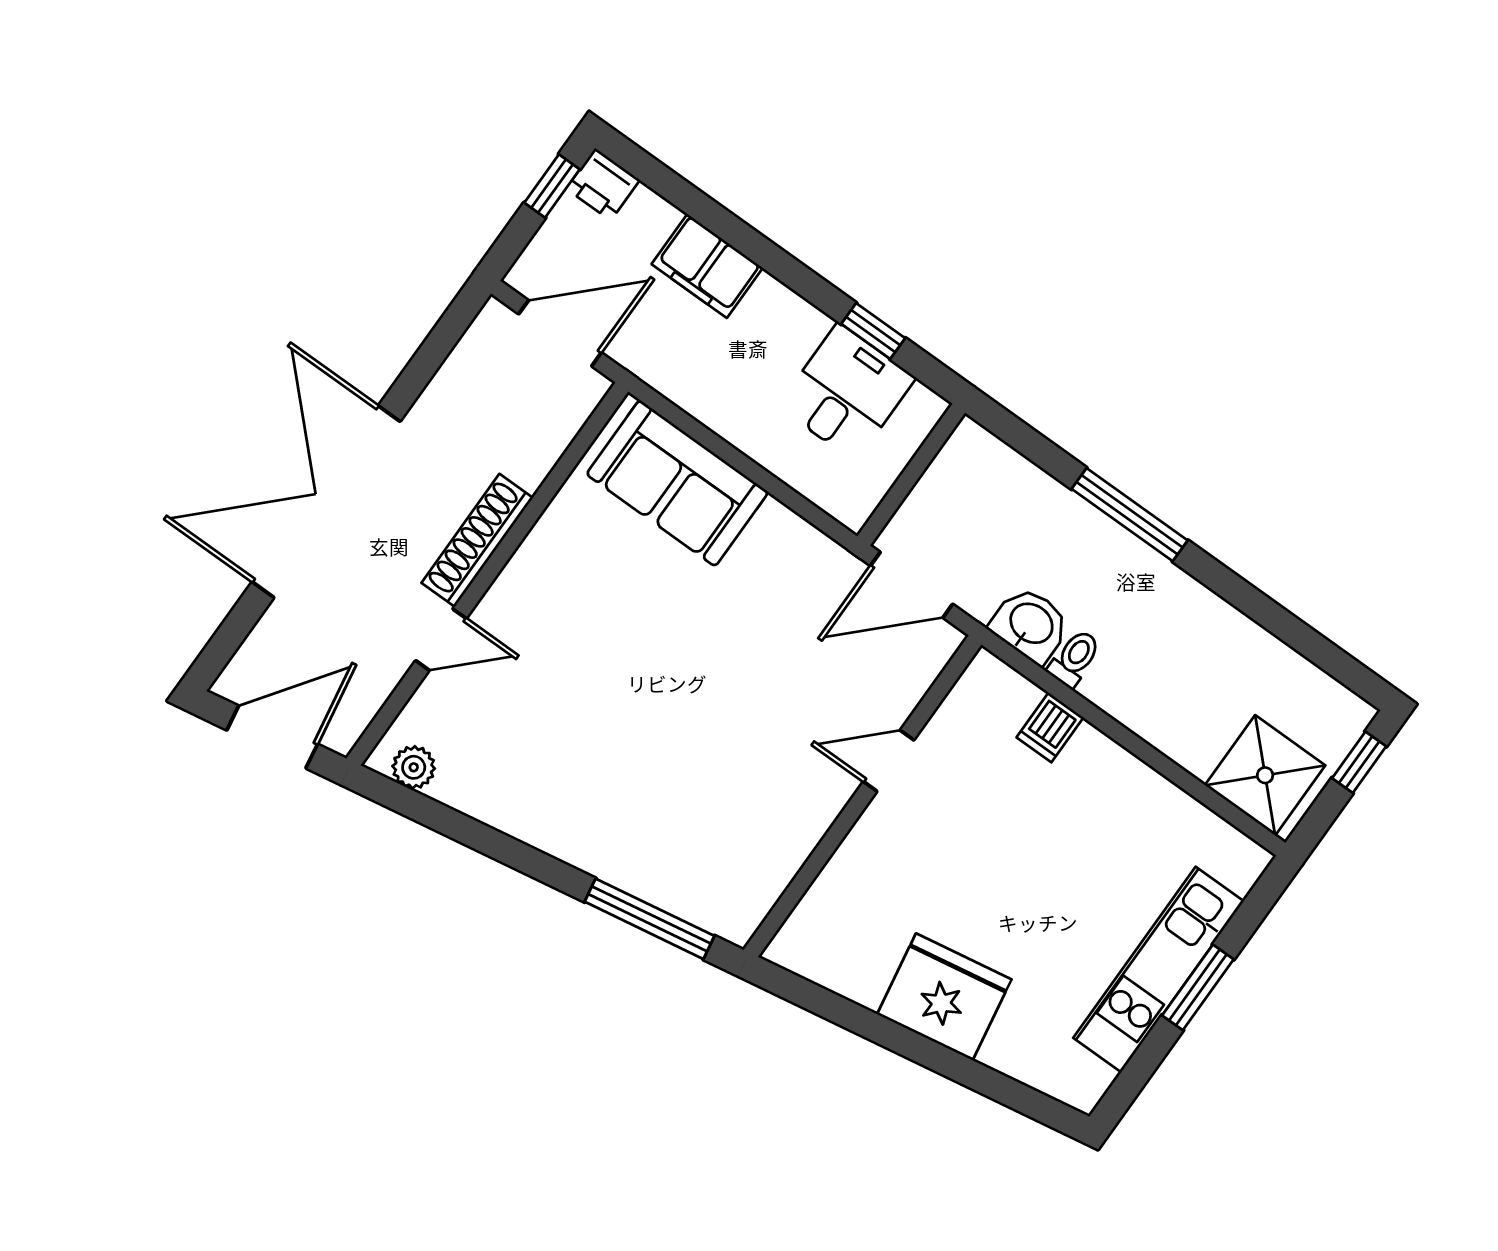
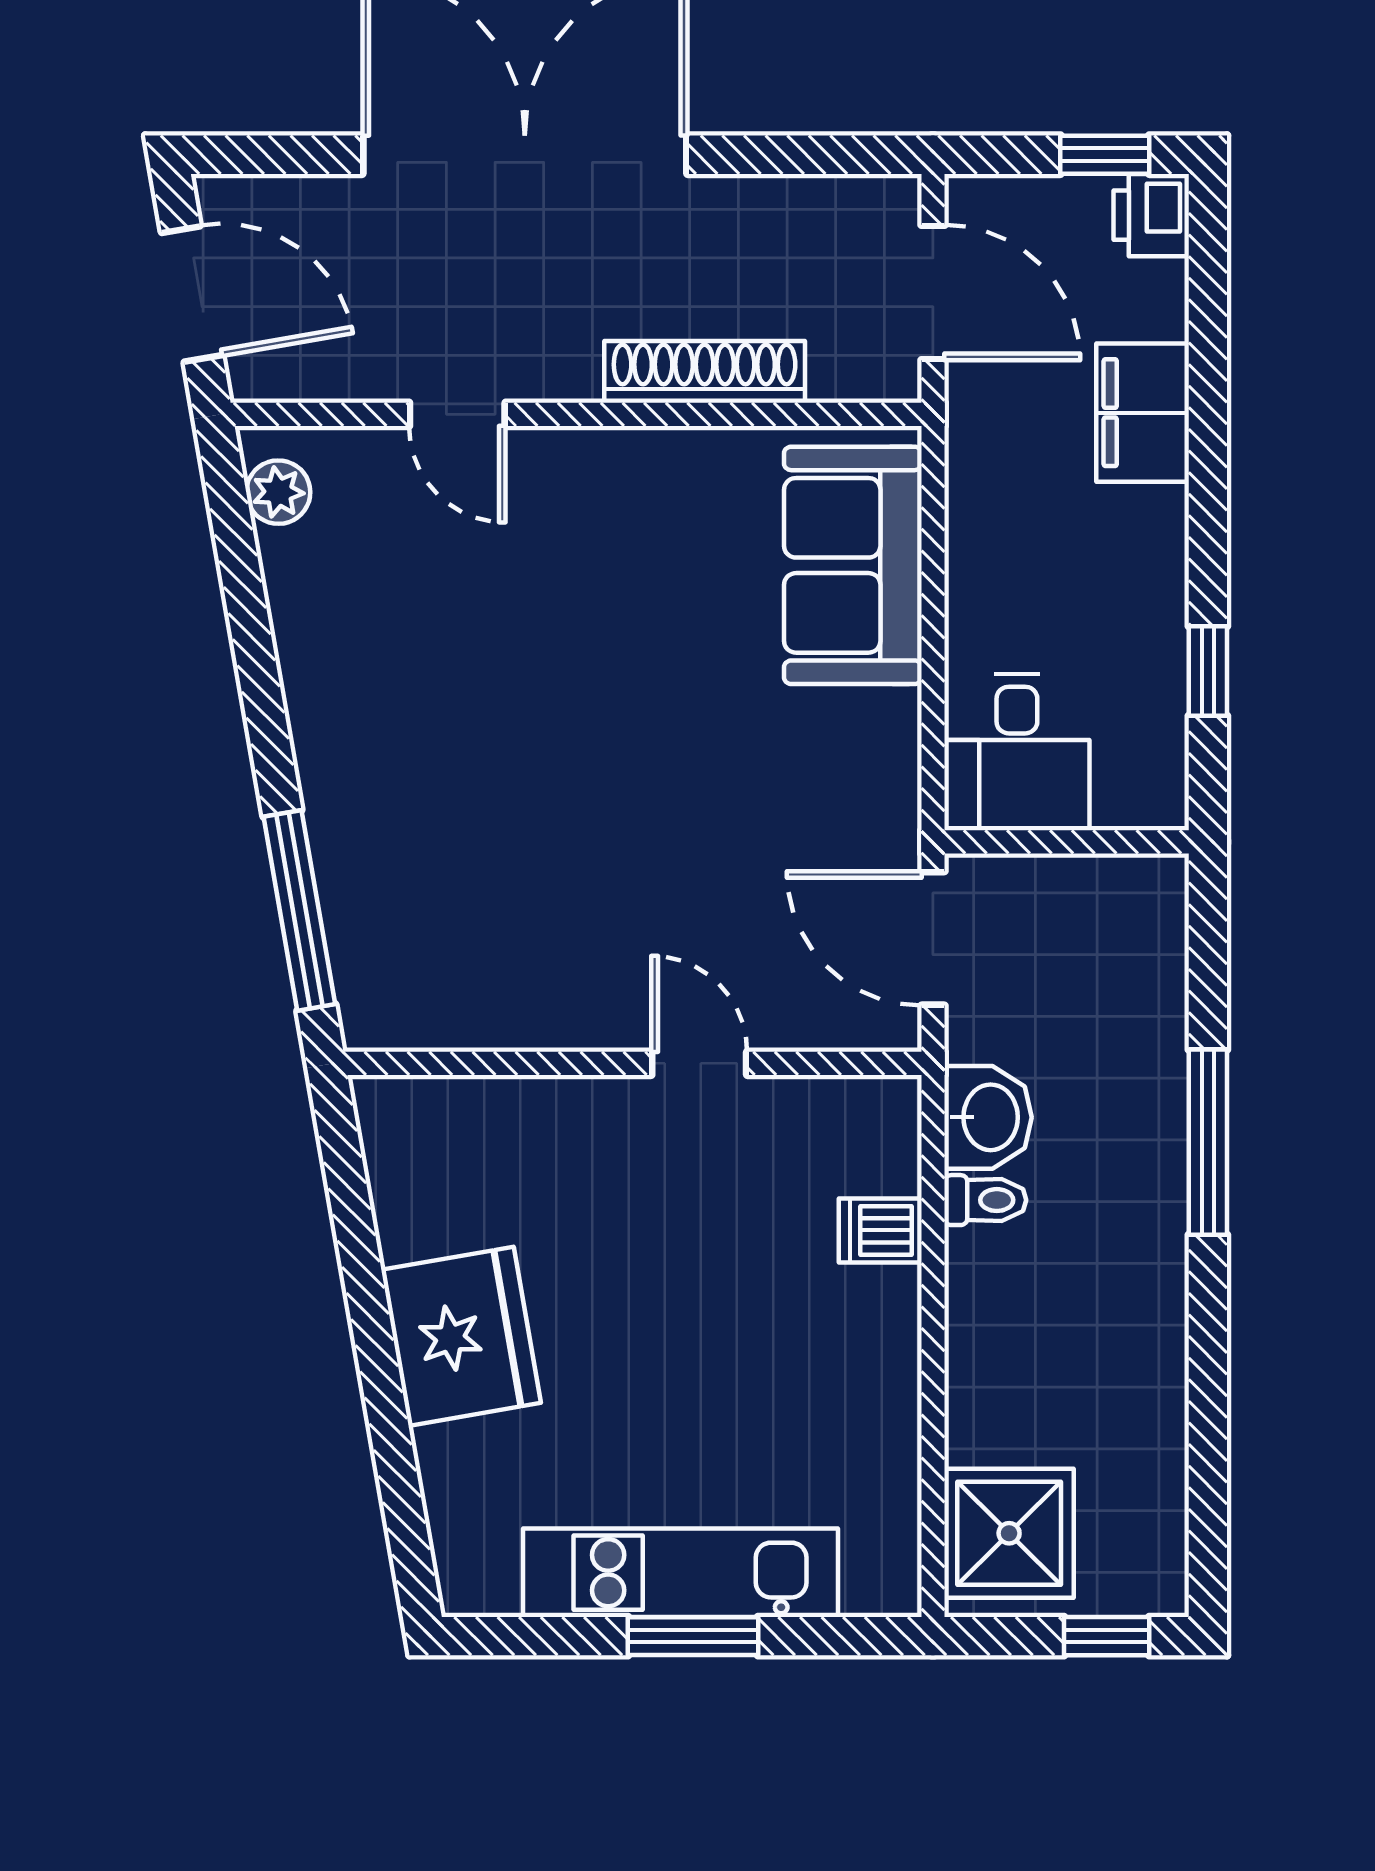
desk: (847, 392) -> (1017, 752), moved, turned 90
shoe rack: (477, 540) -> (705, 372), moved

